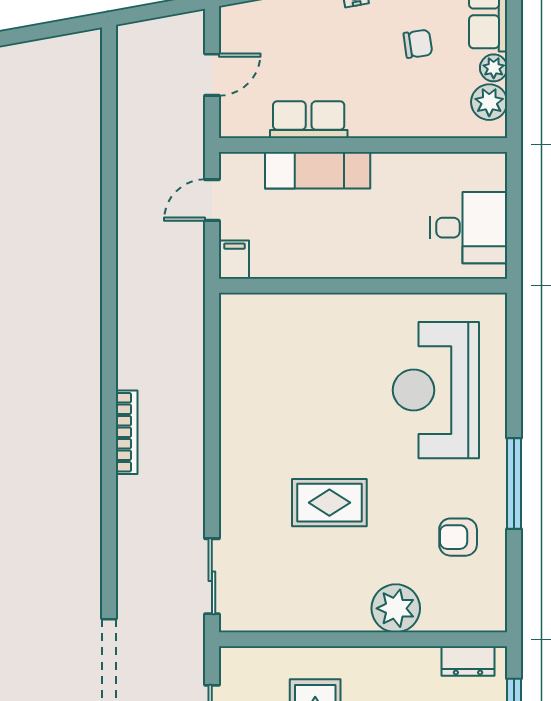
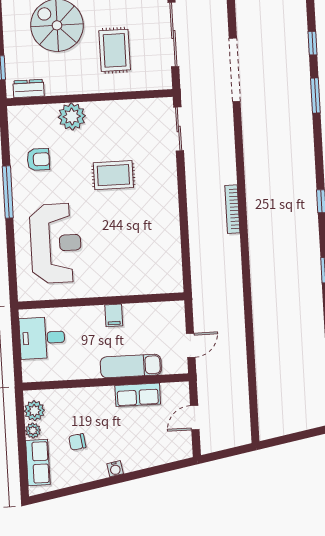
filing cabinet: (235, 260) -> (114, 315), moved

